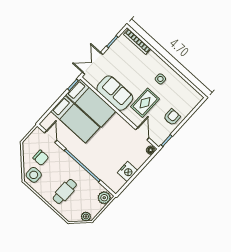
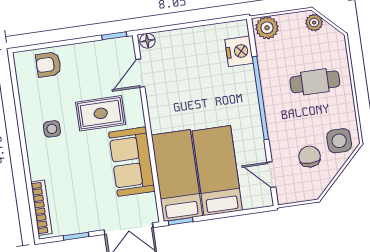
armchair: (172, 117) -> (48, 64), moved
door: (51, 137) -> (271, 175), hinge flipped
nightstand: (127, 171) -> (239, 51), moved, turned 90

